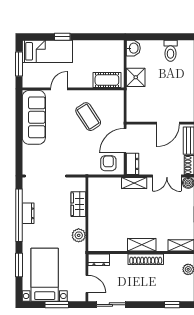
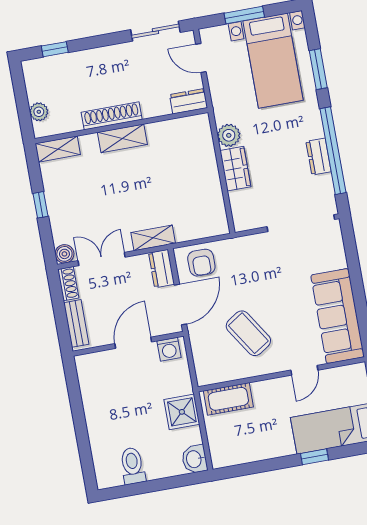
washing machine: (137, 116) -> (169, 349), added
door: (168, 123) -> (133, 343), moved
wardrobe: (78, 204) -> (235, 169), moved

